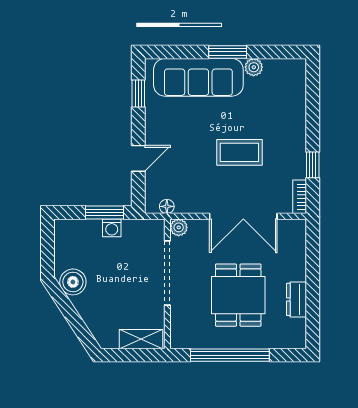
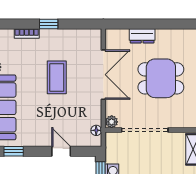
window: (313, 165) -> (49, 24), moved
bookcase: (300, 197) -> (27, 34), moved
dresser: (296, 299) -> (142, 36), moved

